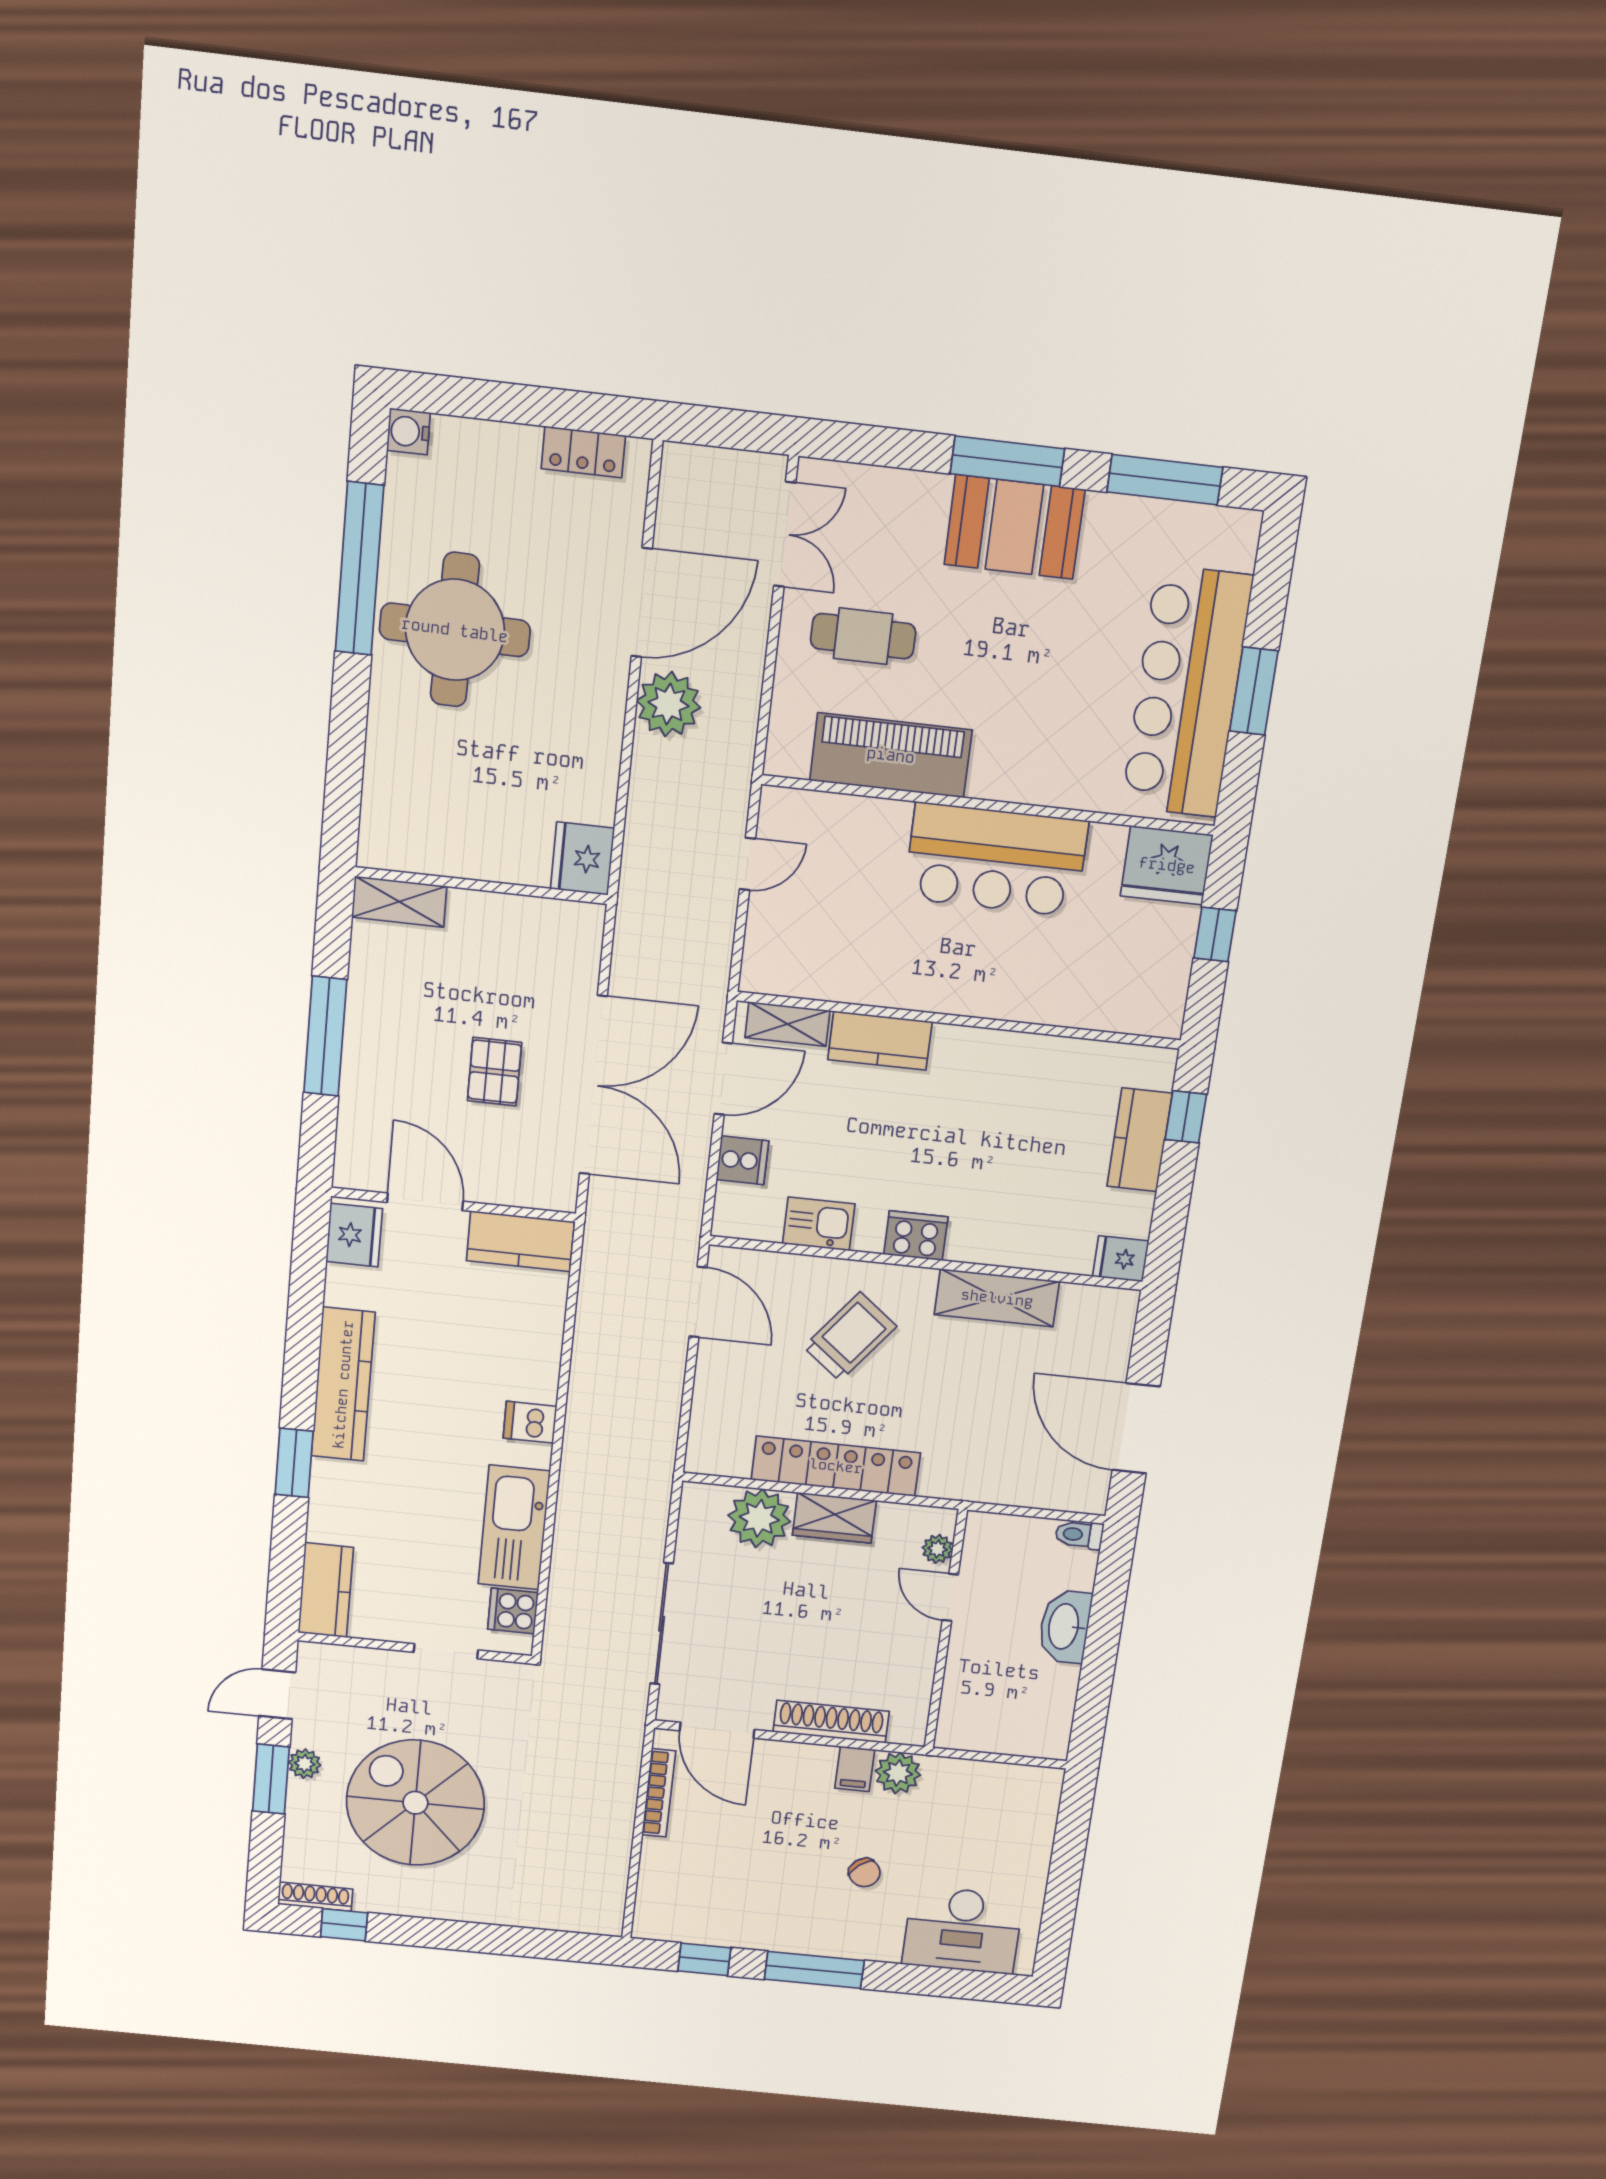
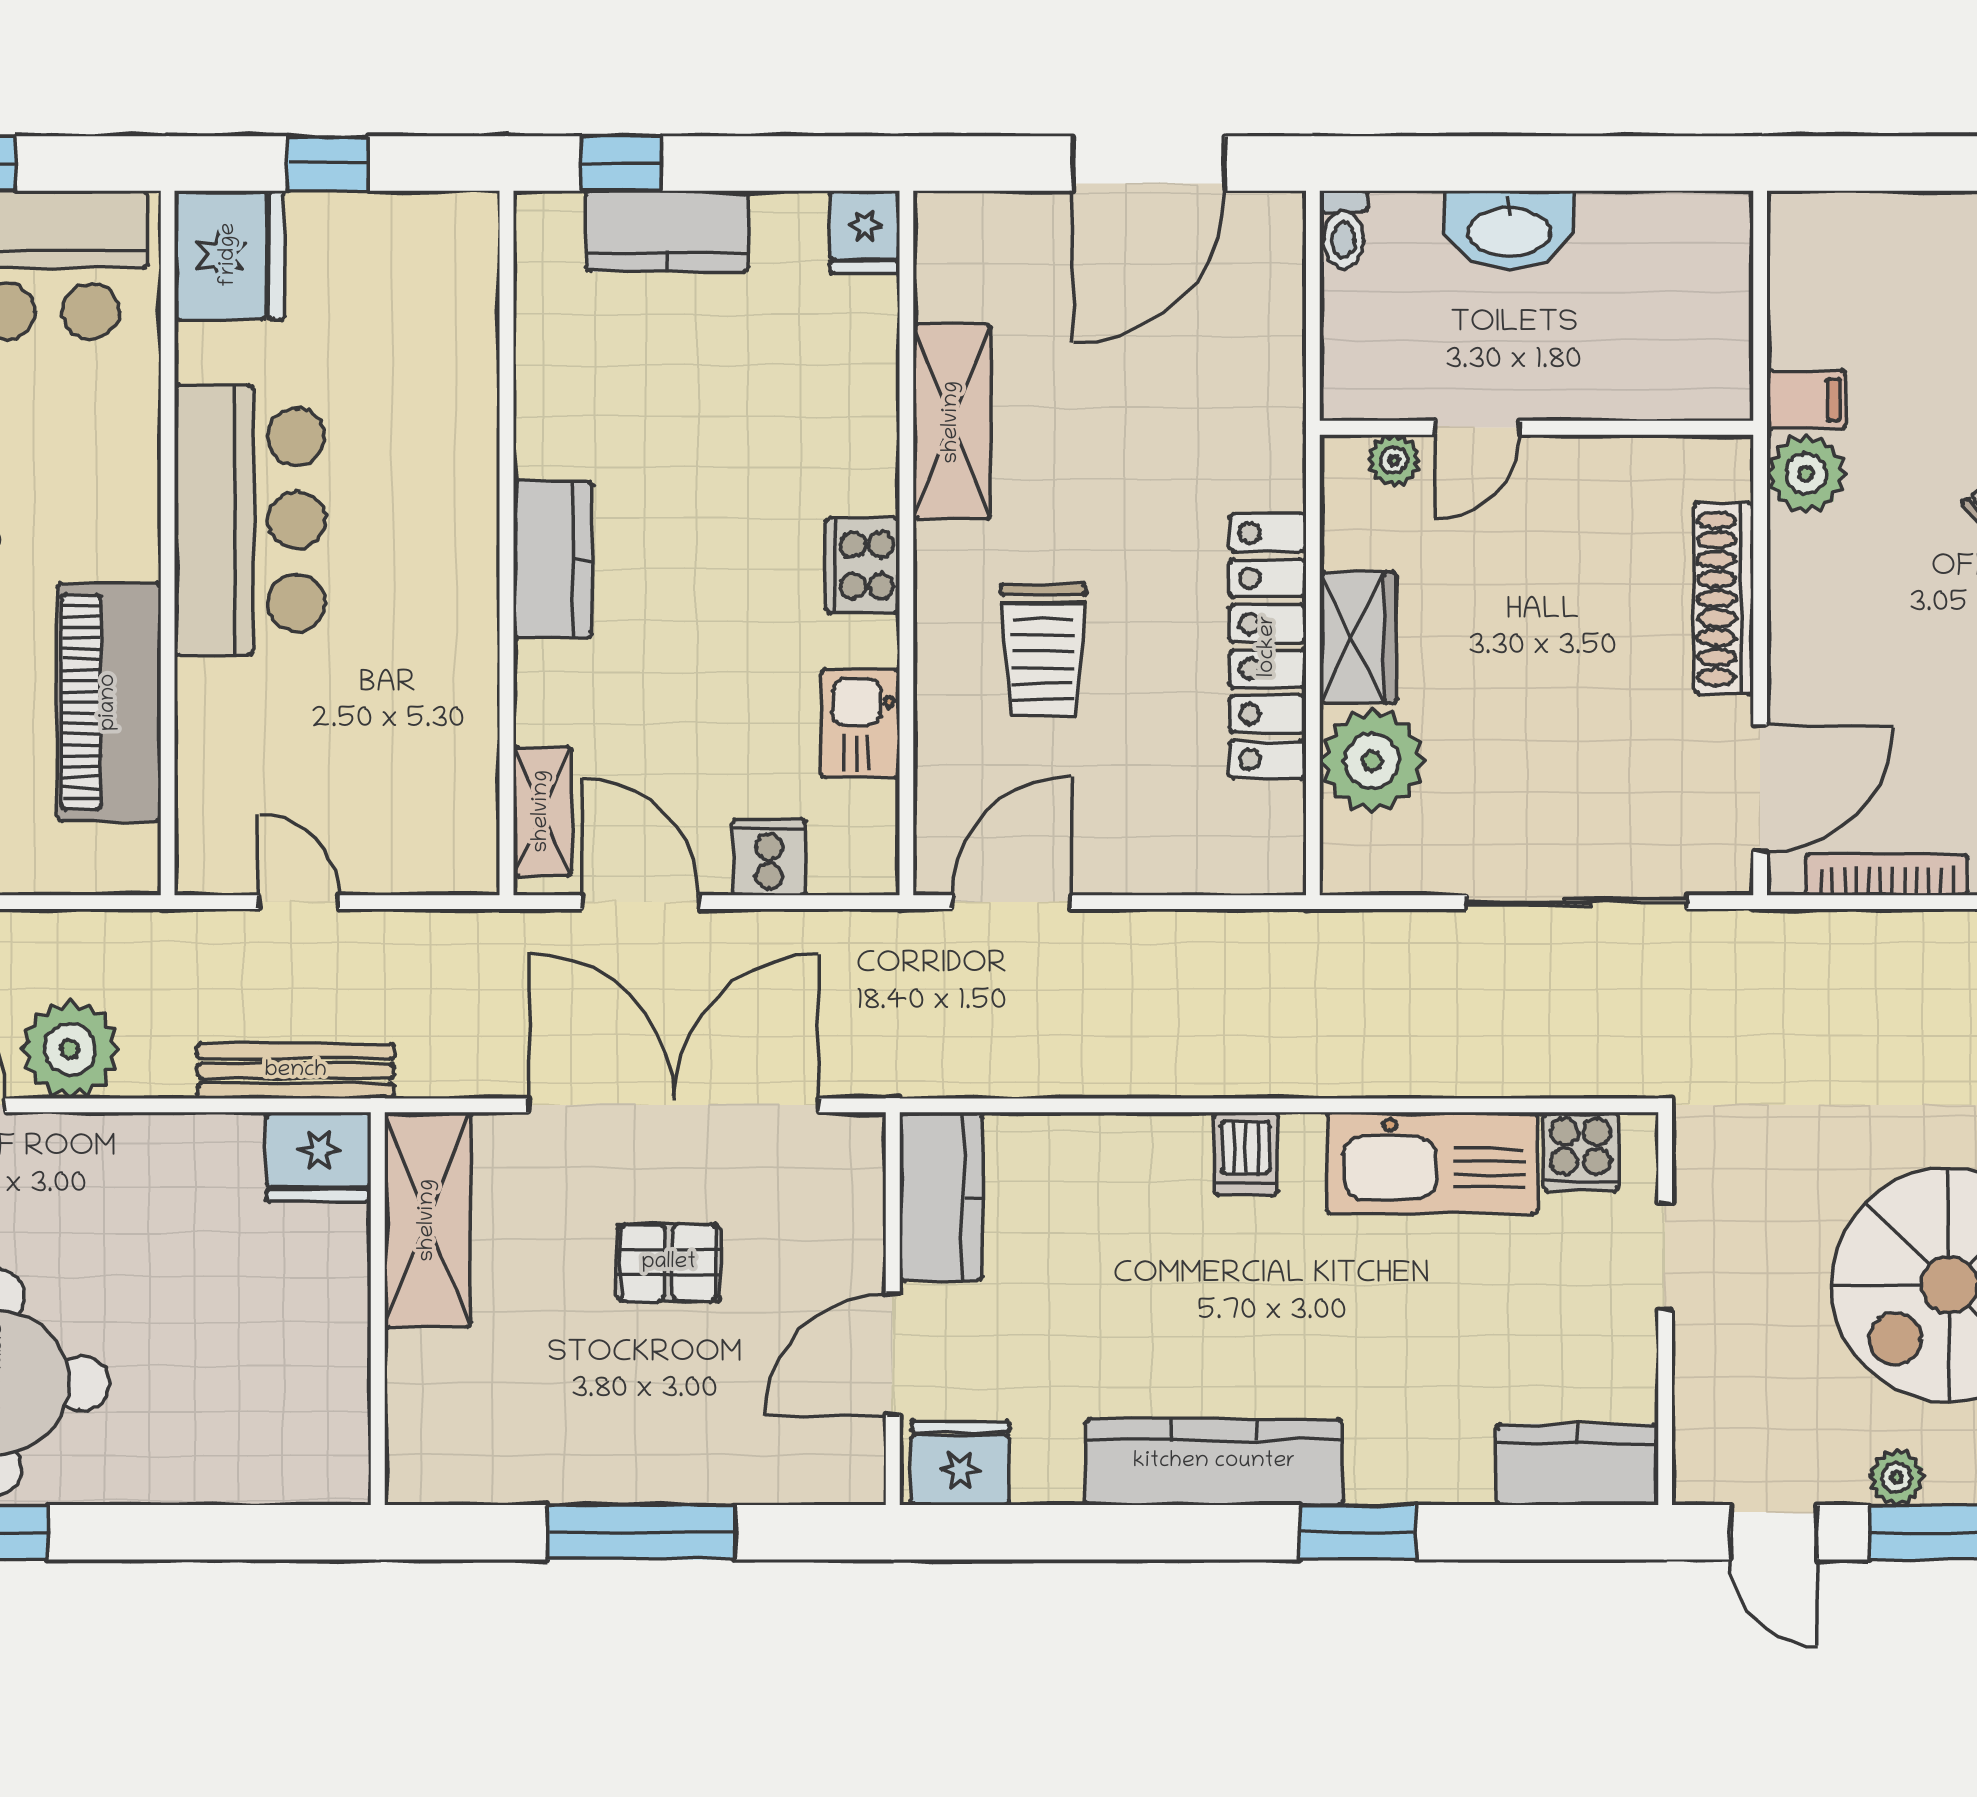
bench: (639, 850) -> (296, 1071), added
shelving: (399, 902) -> (428, 1220), moved, width x1.50, depth x1.33
kitchen counter: (880, 1041) -> (553, 559), moved
trolley: (850, 1337) -> (1043, 650), turned -128
filing cabinet: (855, 1769) -> (1806, 400), moved

